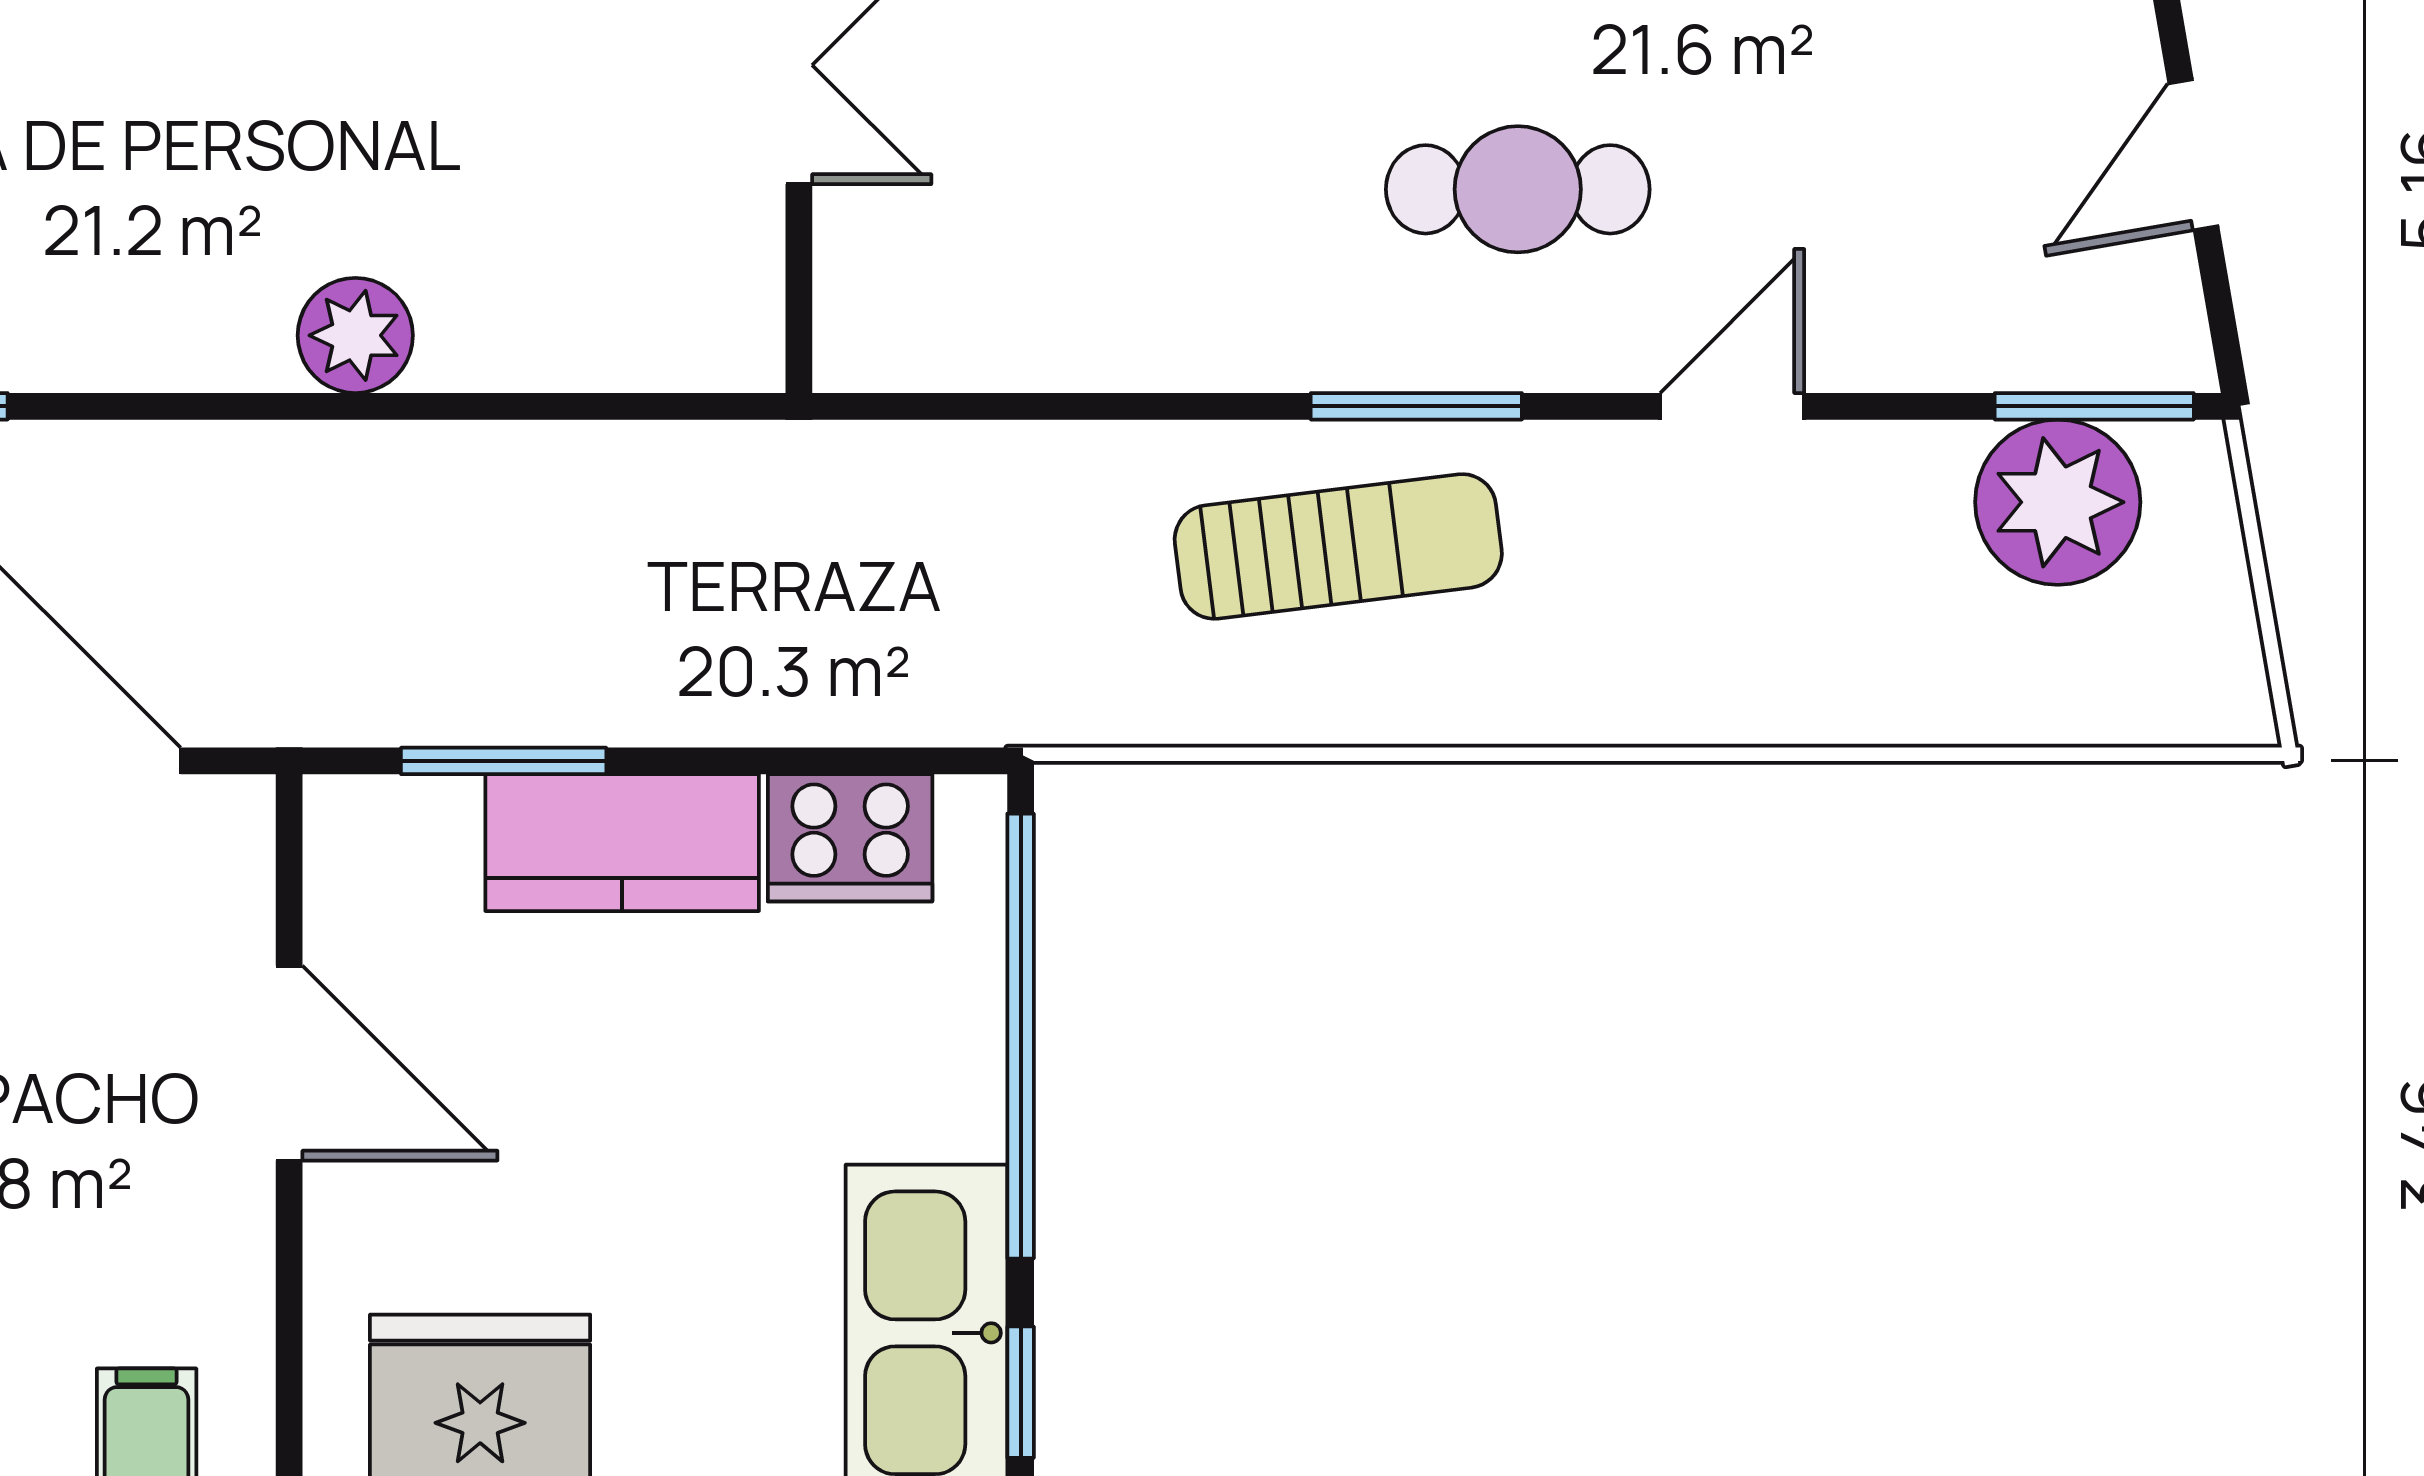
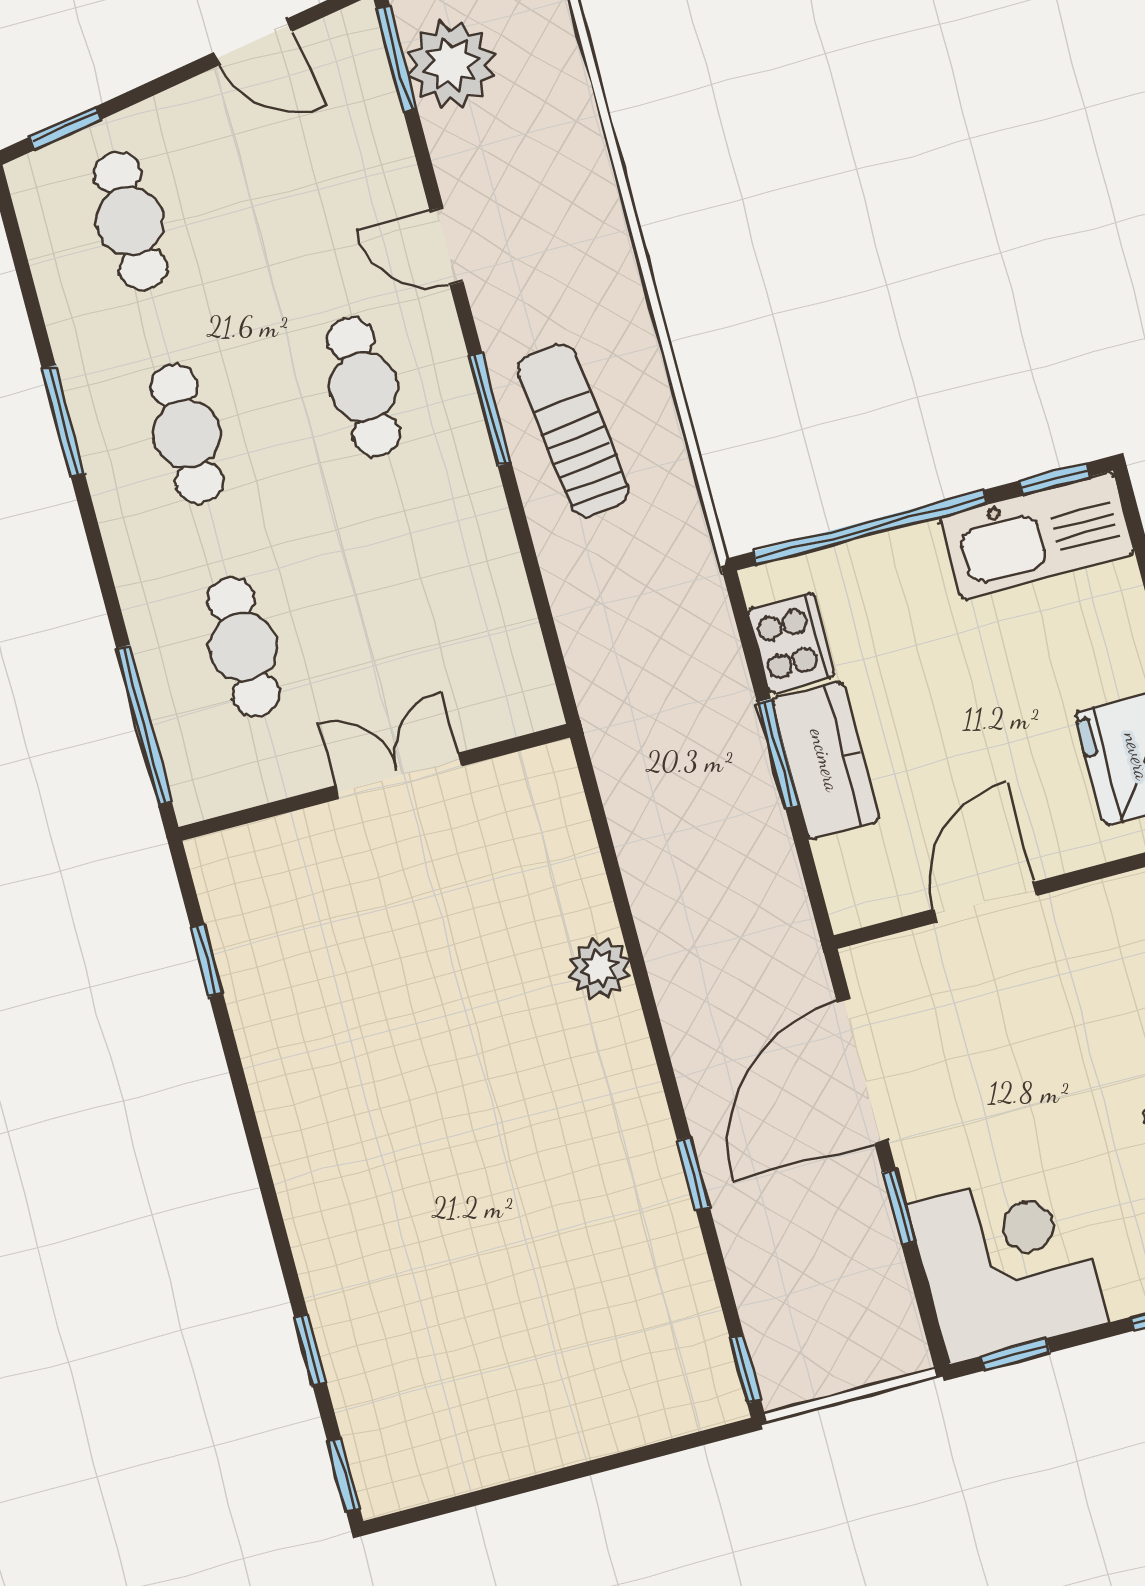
window: (504, 761) -> (778, 754), moved

